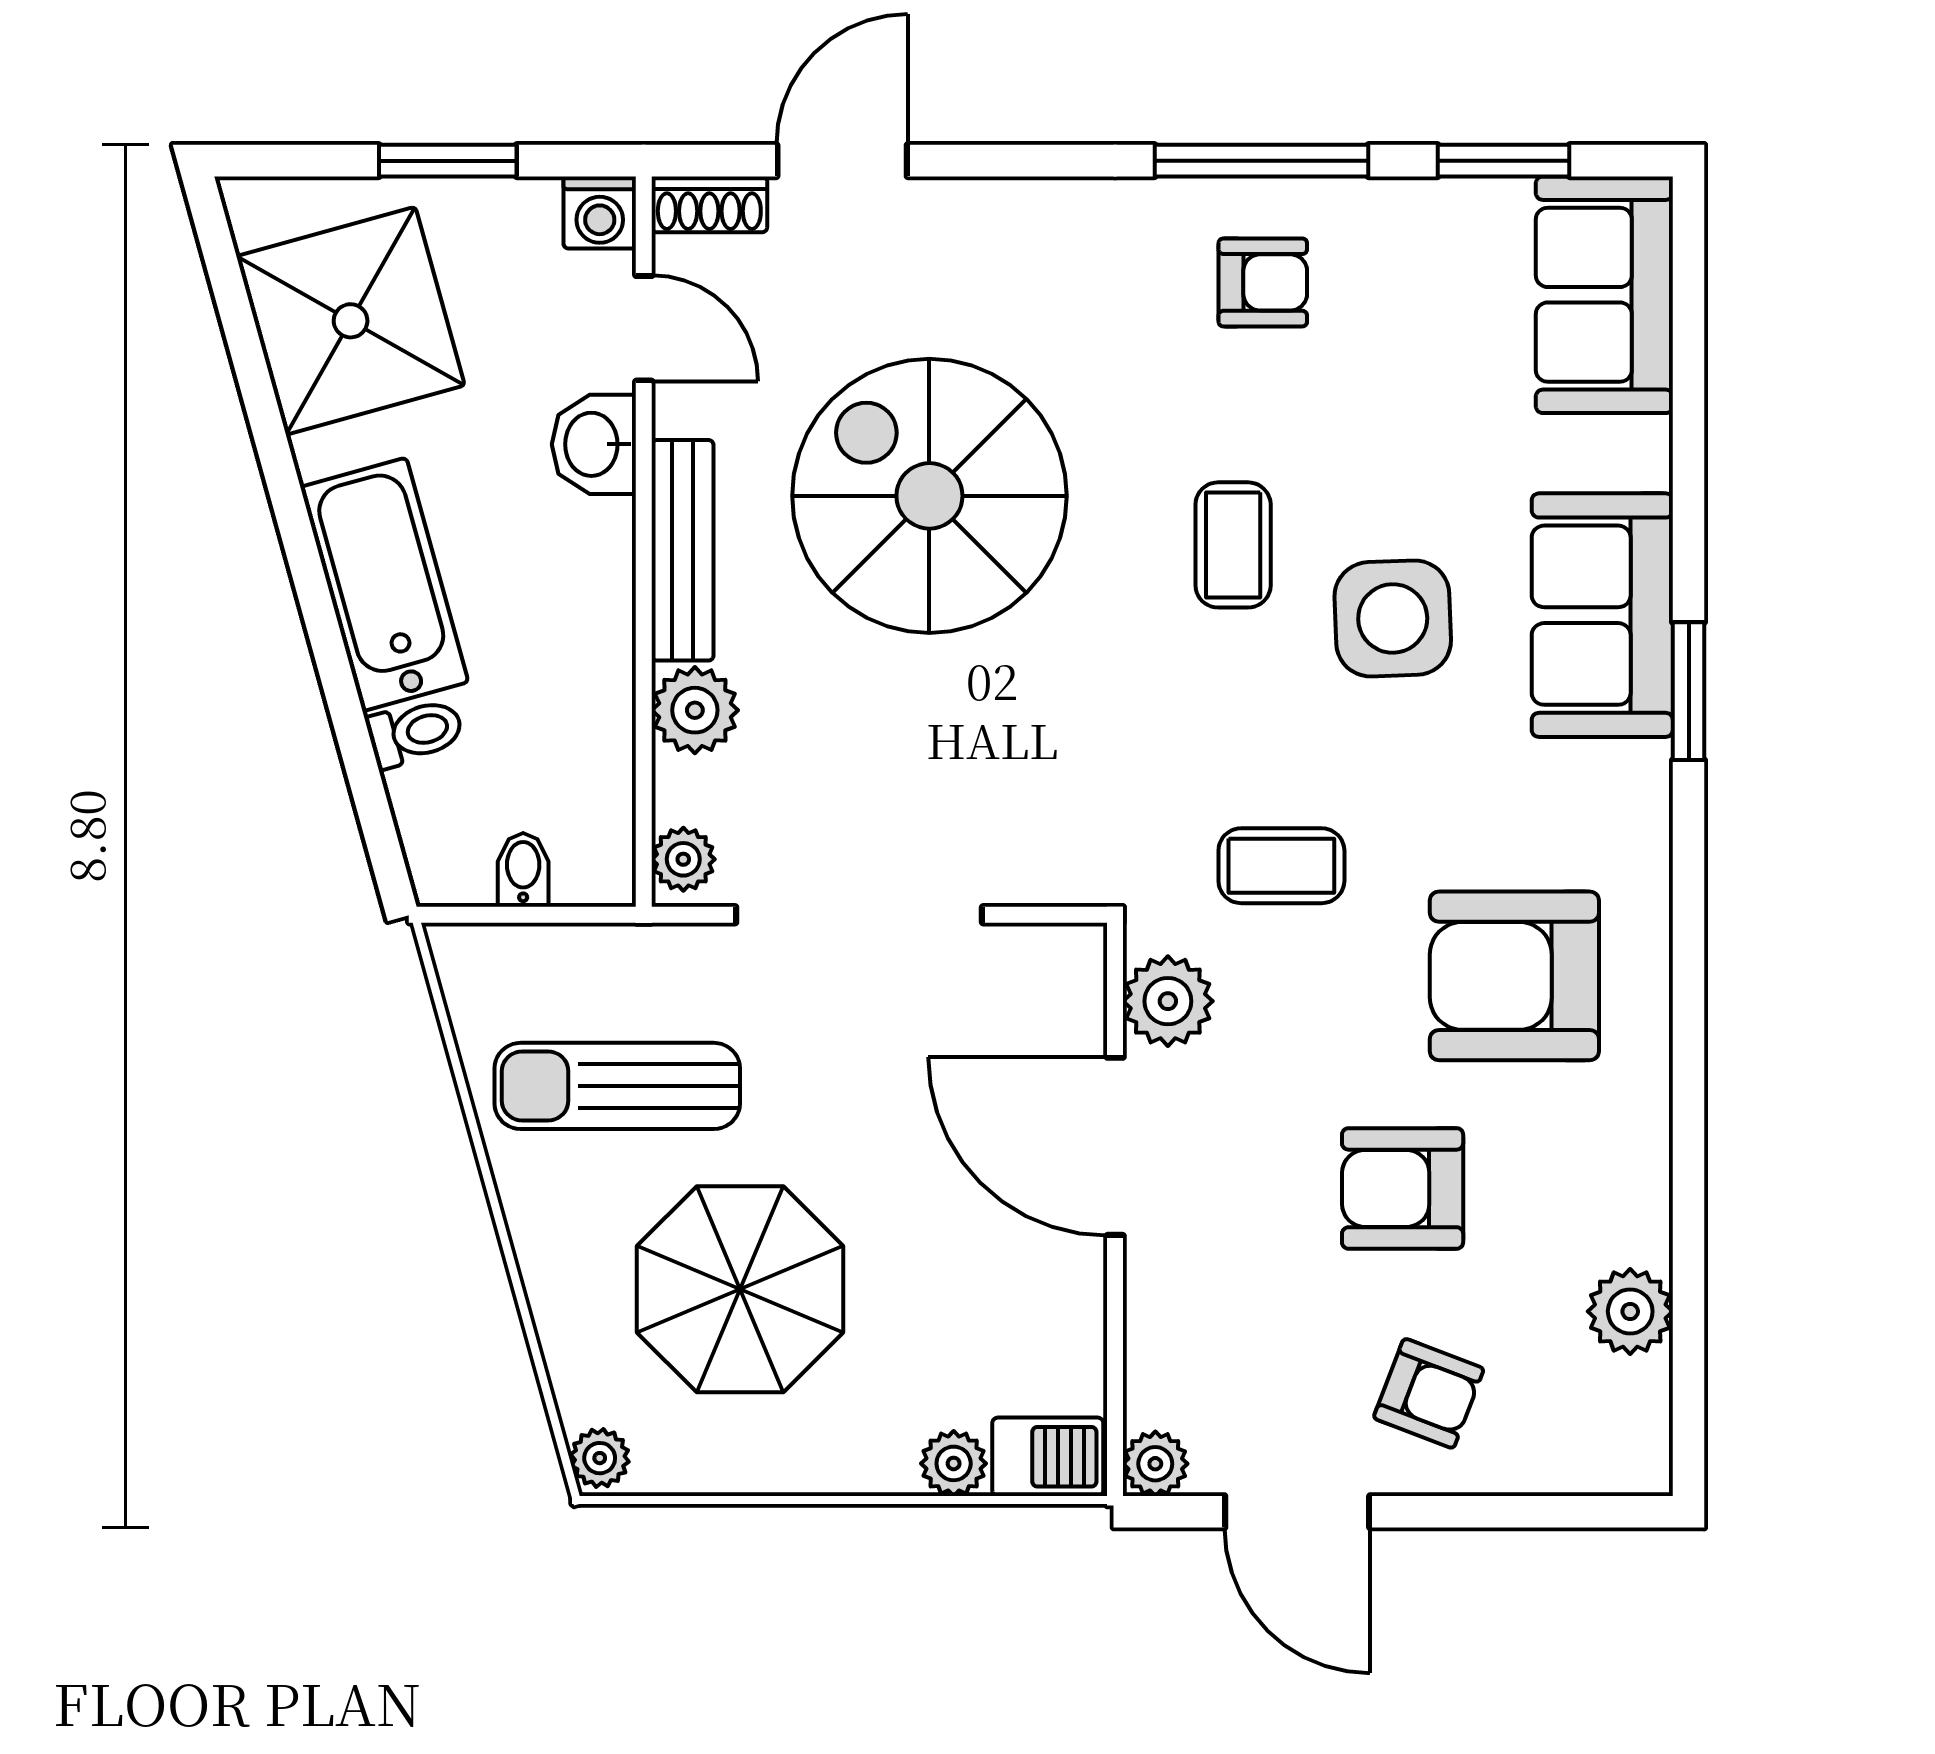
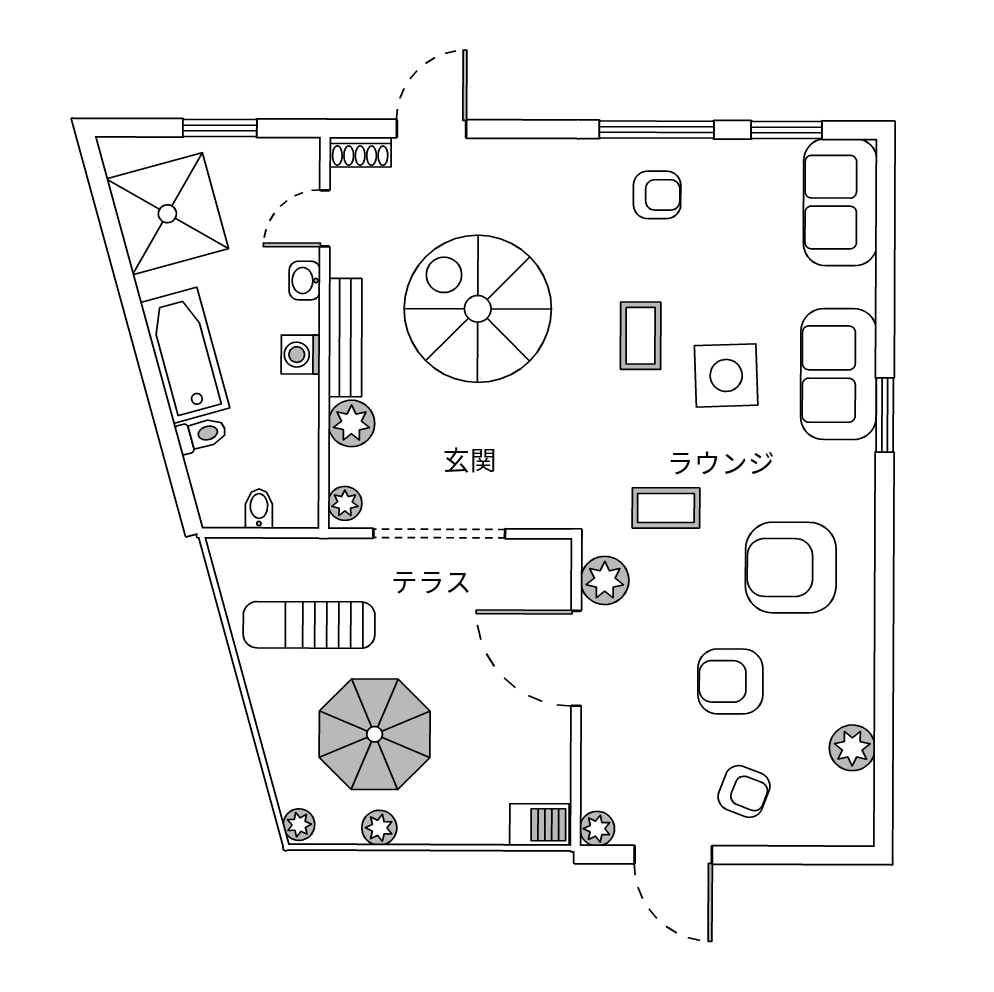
washing machine: (600, 213) -> (301, 355), moved, turned 90
door: (644, 328) -> (325, 218), swing flipped
washbasin: (594, 444) -> (305, 281), width x0.72, depth x0.69
plant: (954, 1463) -> (379, 828), moved

